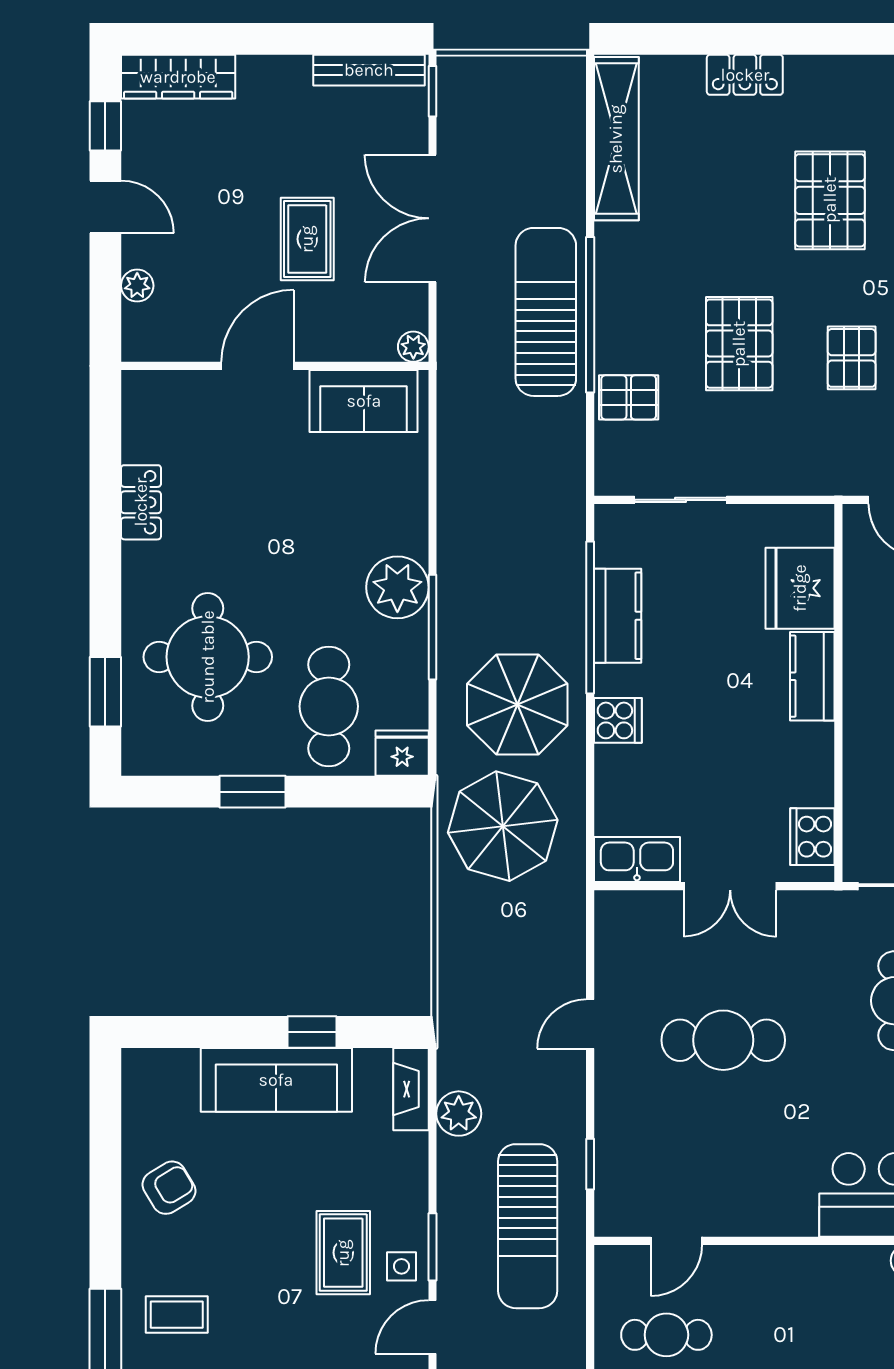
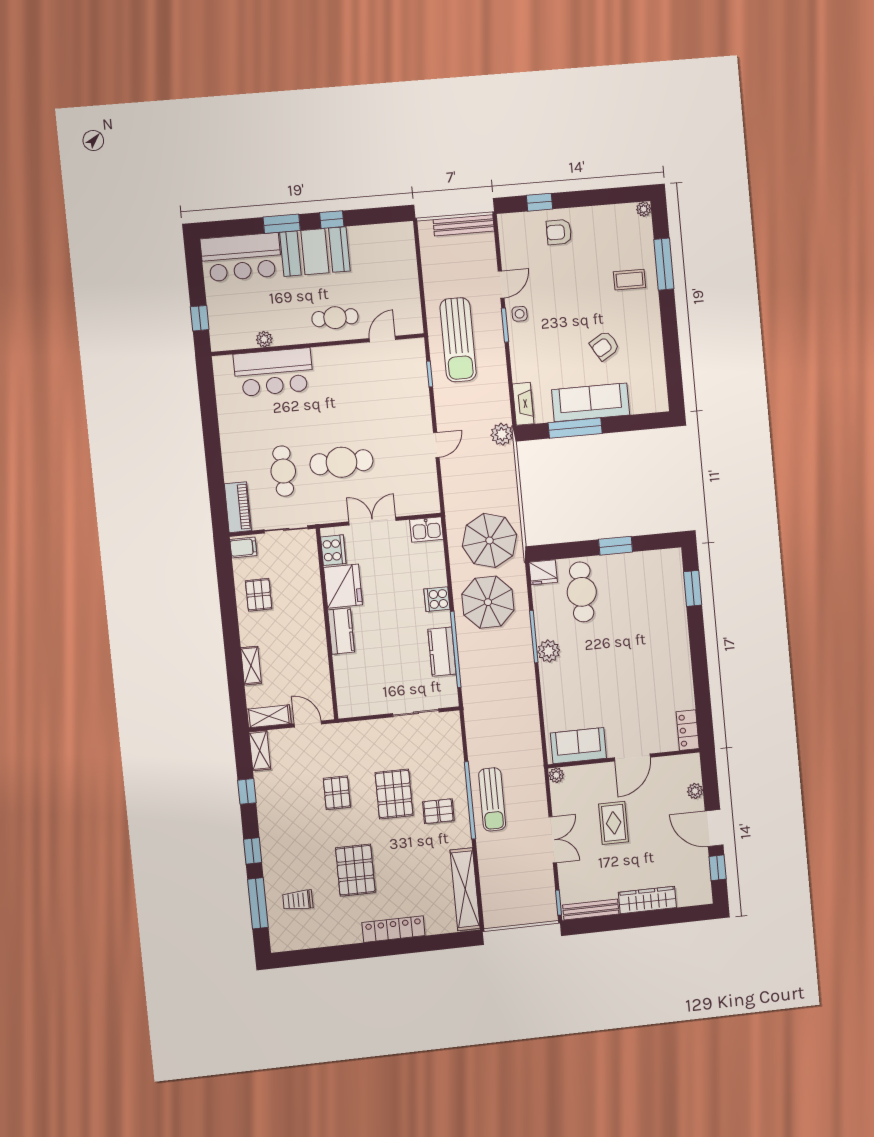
locker: (745, 75) -> (394, 929), width x1.53
wardrobe: (178, 77) -> (647, 900), moved
door: (105, 207) -> (714, 828), width x1.38
double door: (432, 218) -> (553, 840), width x0.73
sun lounger: (546, 312) -> (492, 799), width x0.73, depth x0.75
pallet: (629, 397) -> (438, 811), moved
locker: (141, 502) -> (688, 730), moved
plant: (397, 587) -> (549, 651), width x0.73, depth x0.73
fridge: (800, 588) -> (343, 586), moved
round table: (208, 657) -> (644, 611), removed
kitchen sink: (637, 860) -> (427, 530), width x0.73
window: (312, 1032) -> (575, 428), width x2.17
cafe table: (723, 1040) -> (341, 462), moved
plant: (459, 1114) -> (502, 434), moved
armchair: (169, 1188) -> (605, 346), moved
sun lounger: (528, 1226) -> (458, 340), turned 180
rug: (343, 1253) -> (549, 318), removed
cafe table: (666, 1335) -> (335, 318), moved

